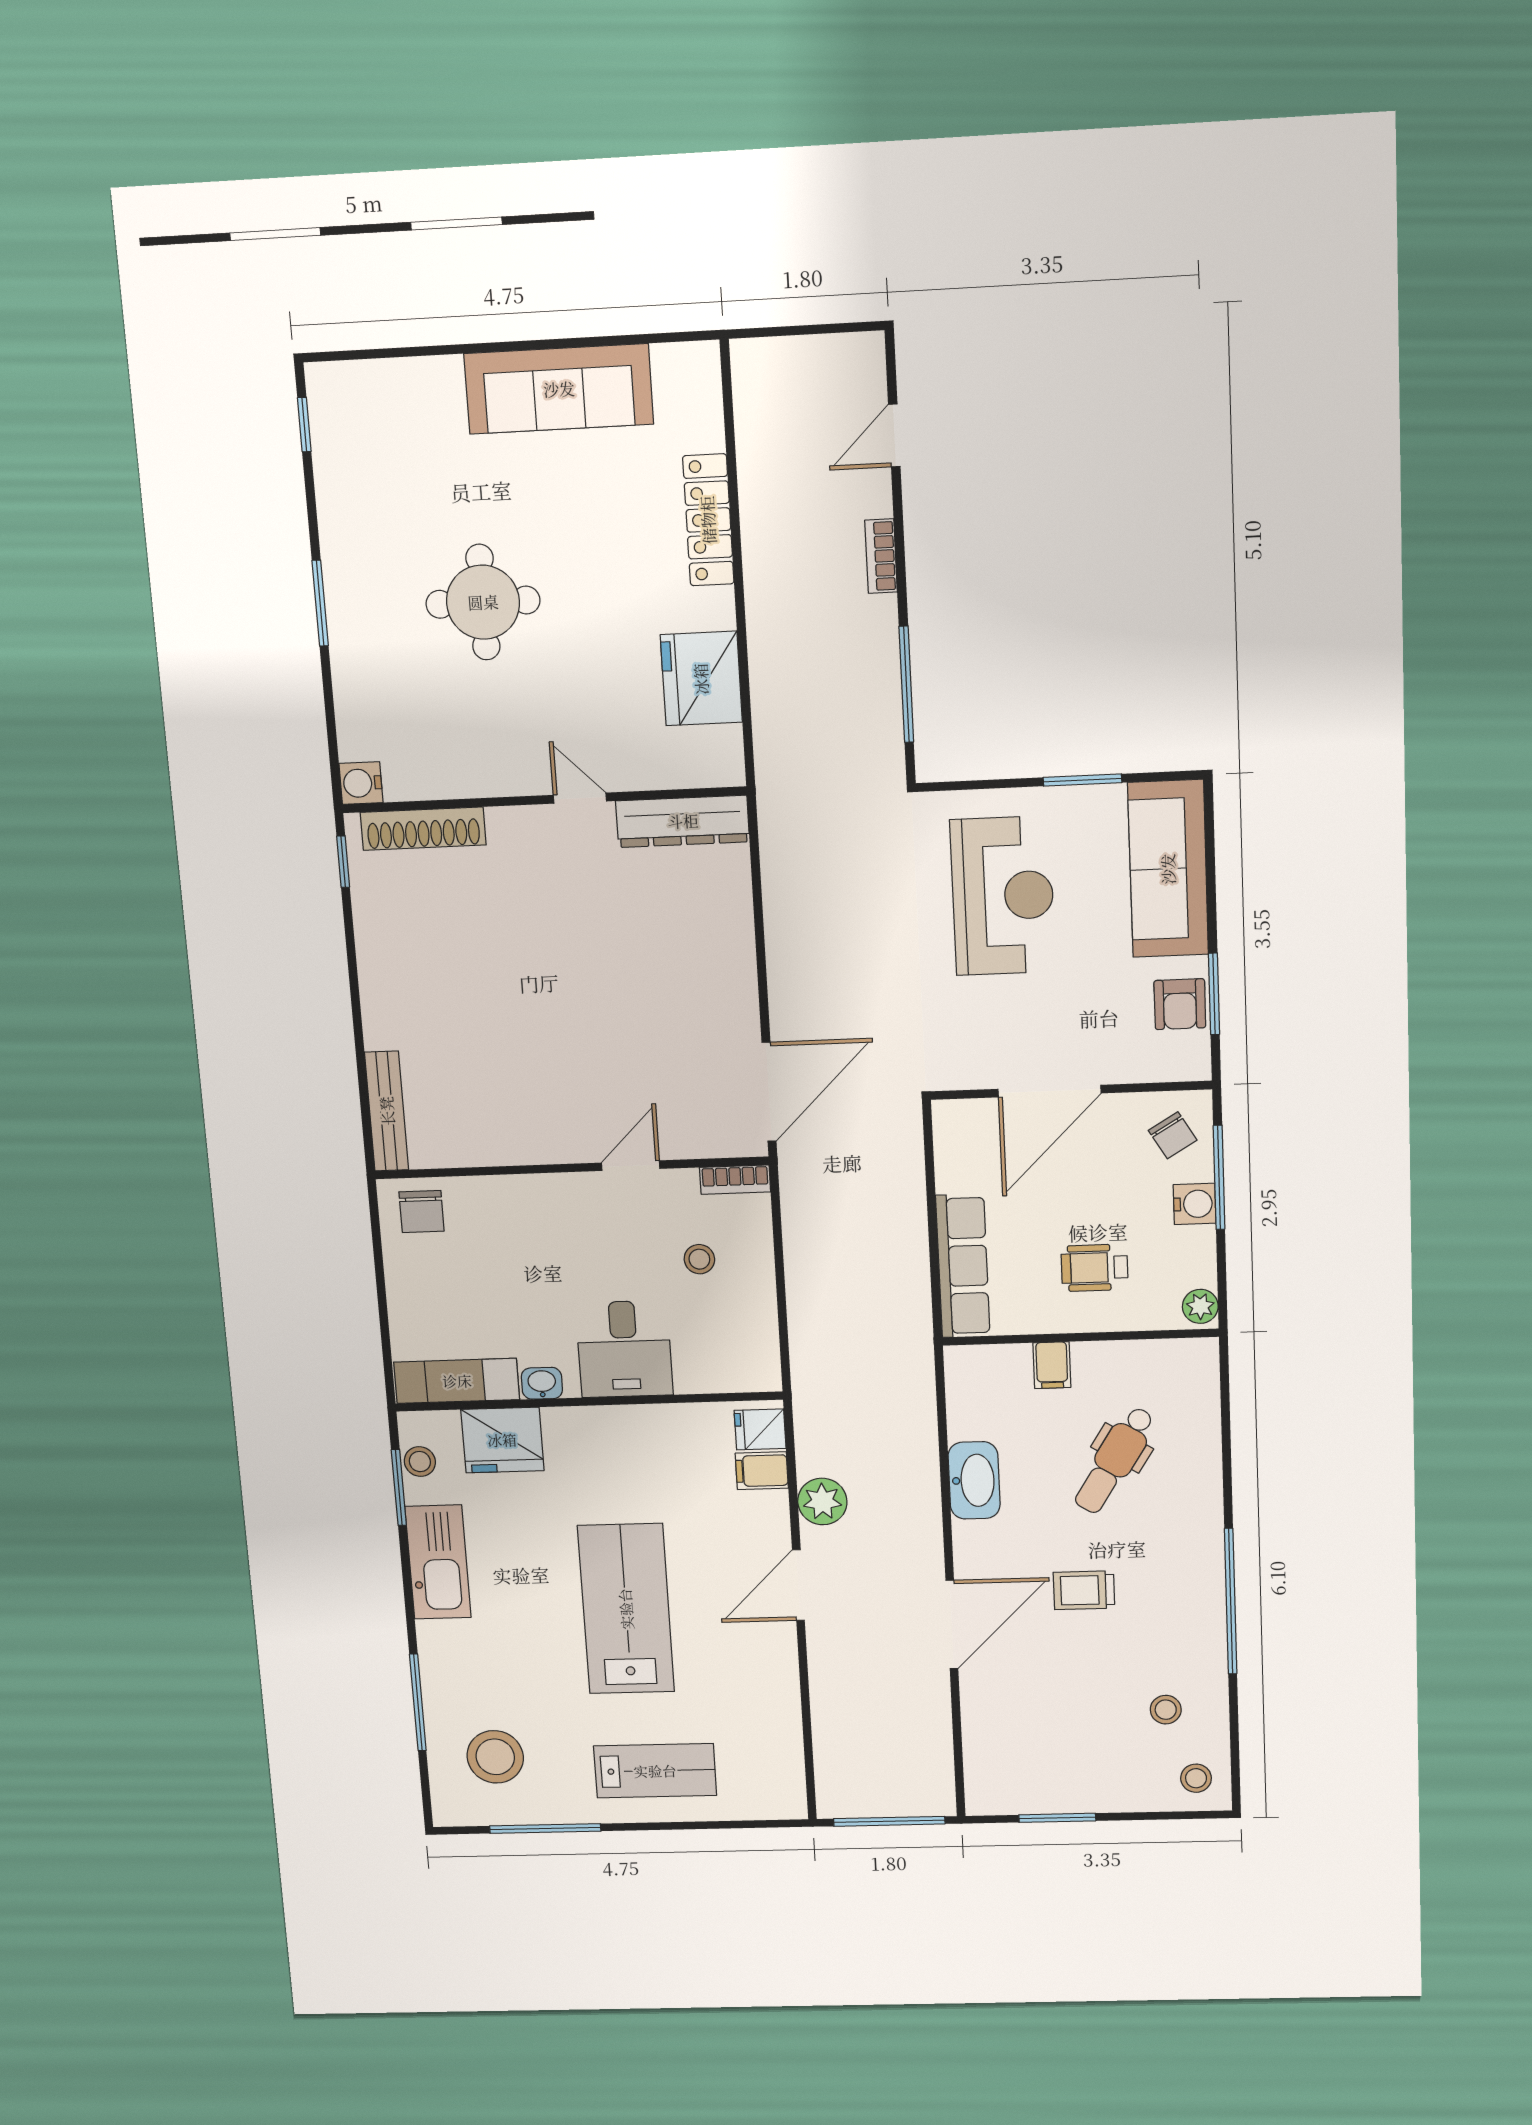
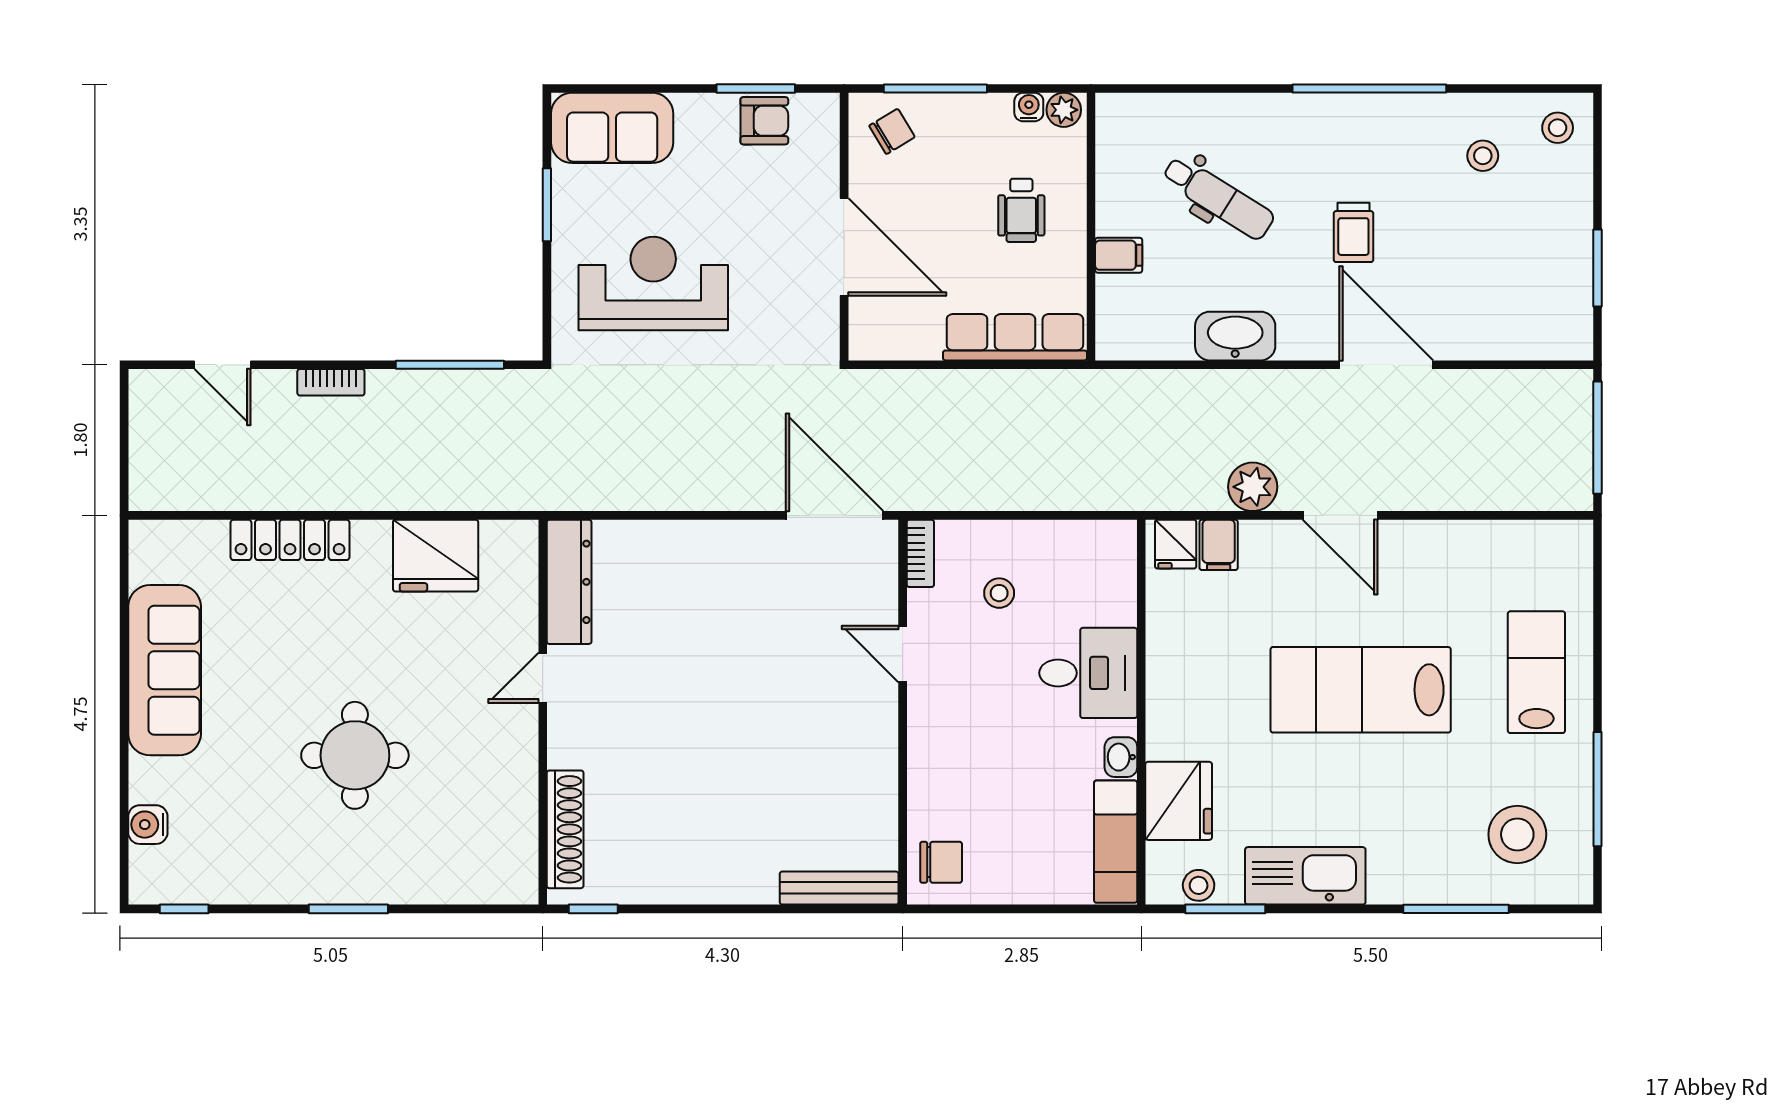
water cooler: (361, 783) -> (148, 825), moved, turned 90
sofa: (1168, 869) -> (612, 128), width x0.73
water cooler: (1195, 1204) -> (1029, 107), moved, width x0.72, depth x0.72

